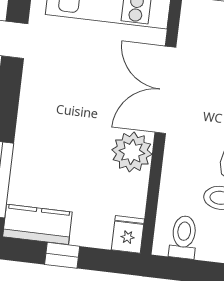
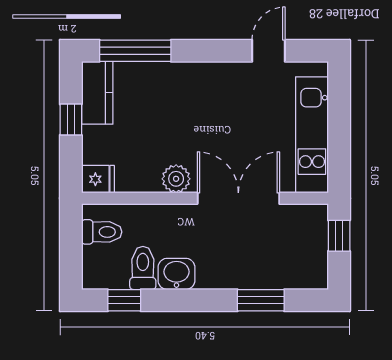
plant: (132, 152) -> (176, 179), width x0.73, depth x0.73

